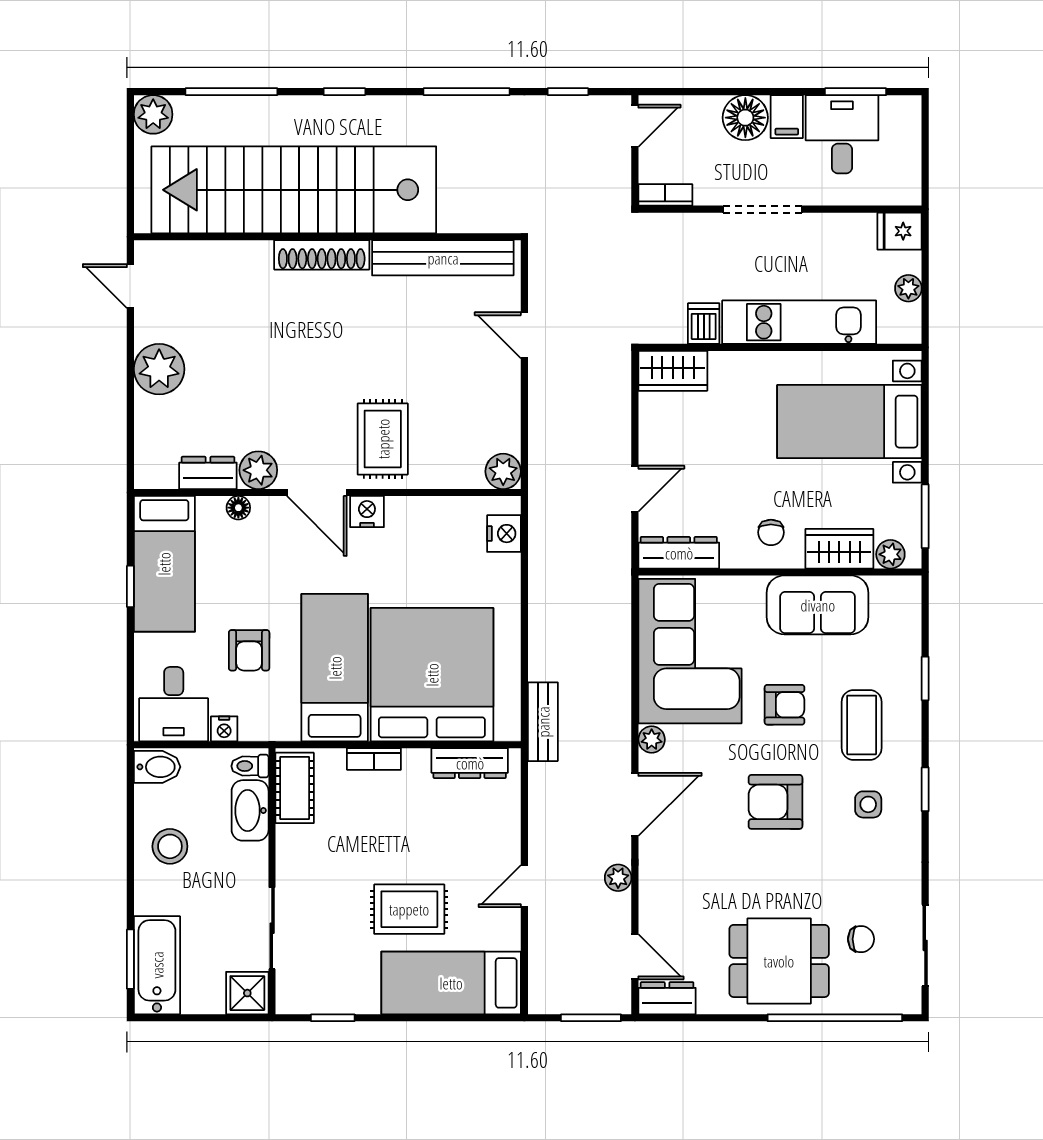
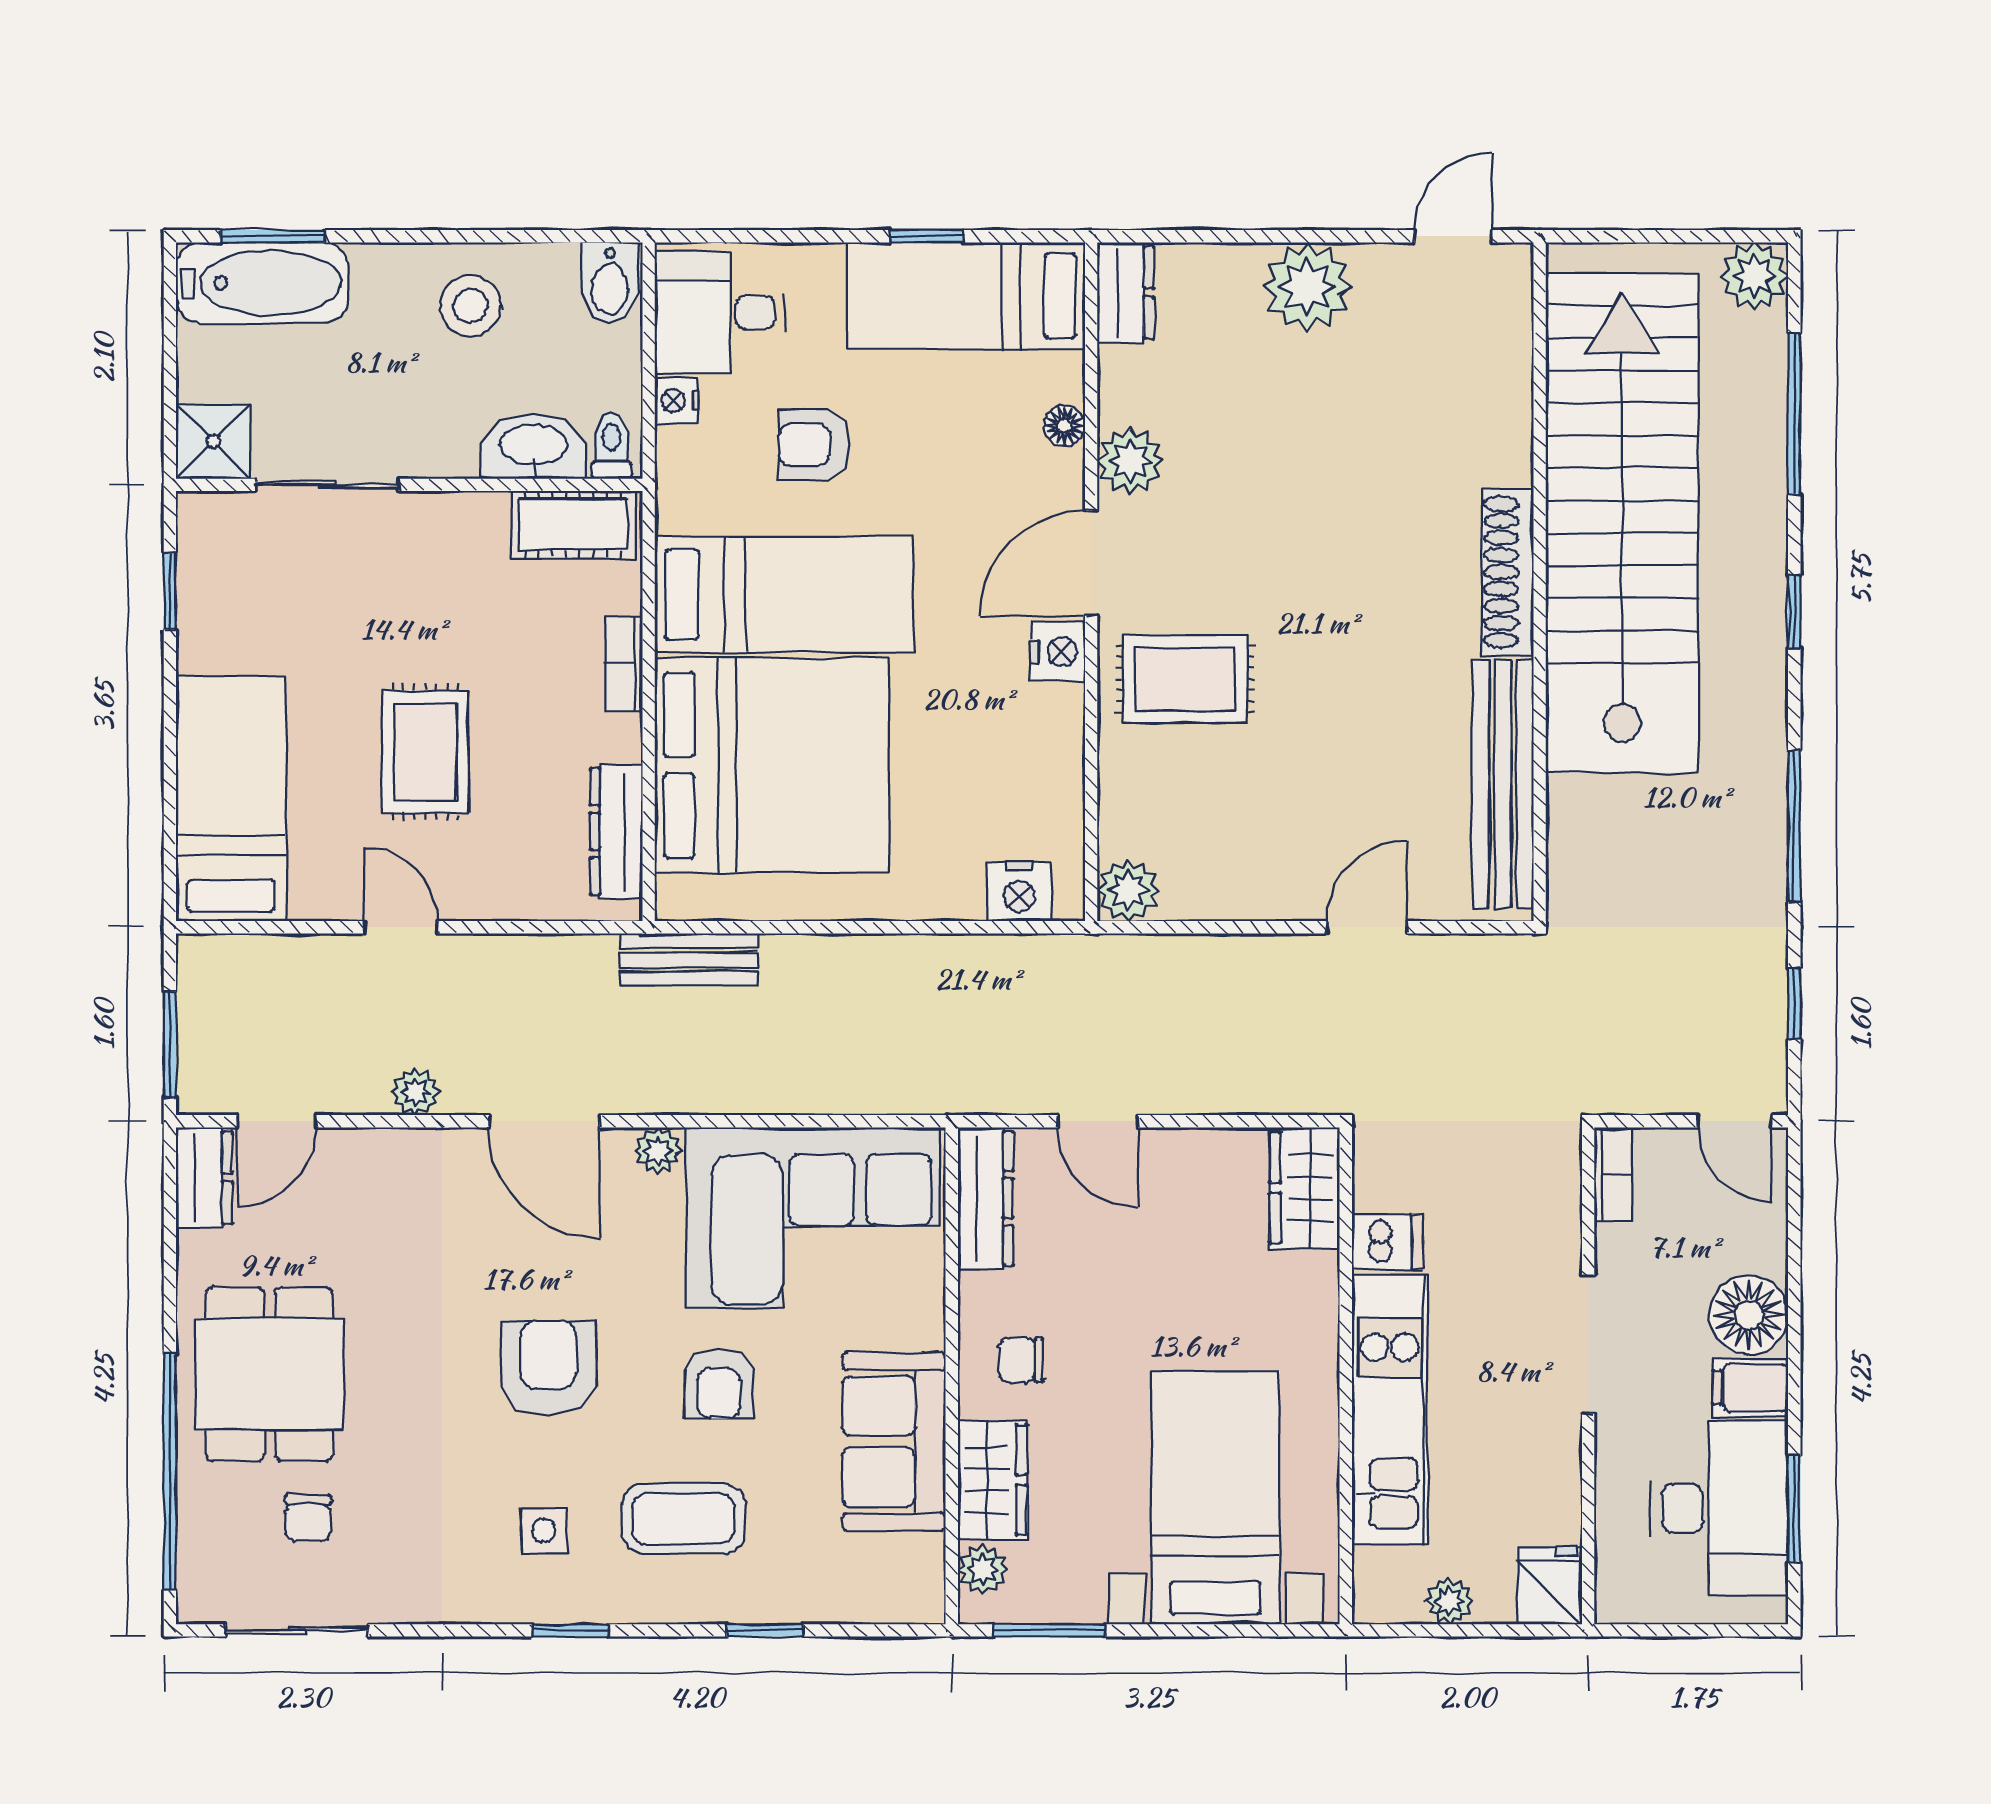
desk: (842, 134) -> (1720, 1508), width x1.37
dresser: (208, 473) -> (1126, 293), moved
rug: (409, 909) -> (425, 752), moved

